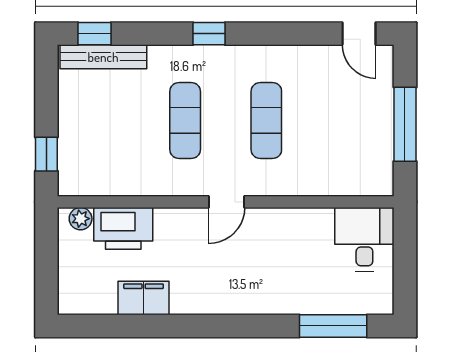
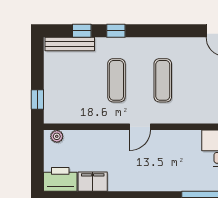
window: (95, 34) -> (82, 31), moved
window: (209, 34) -> (116, 31), moved
printer: (123, 228) -> (60, 179), moved, turned 180

